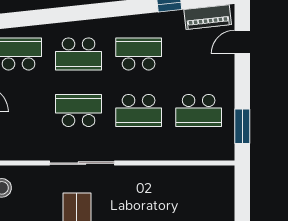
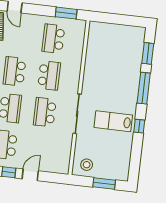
school desk: (199, 110) -> (53, 39), turned 180

